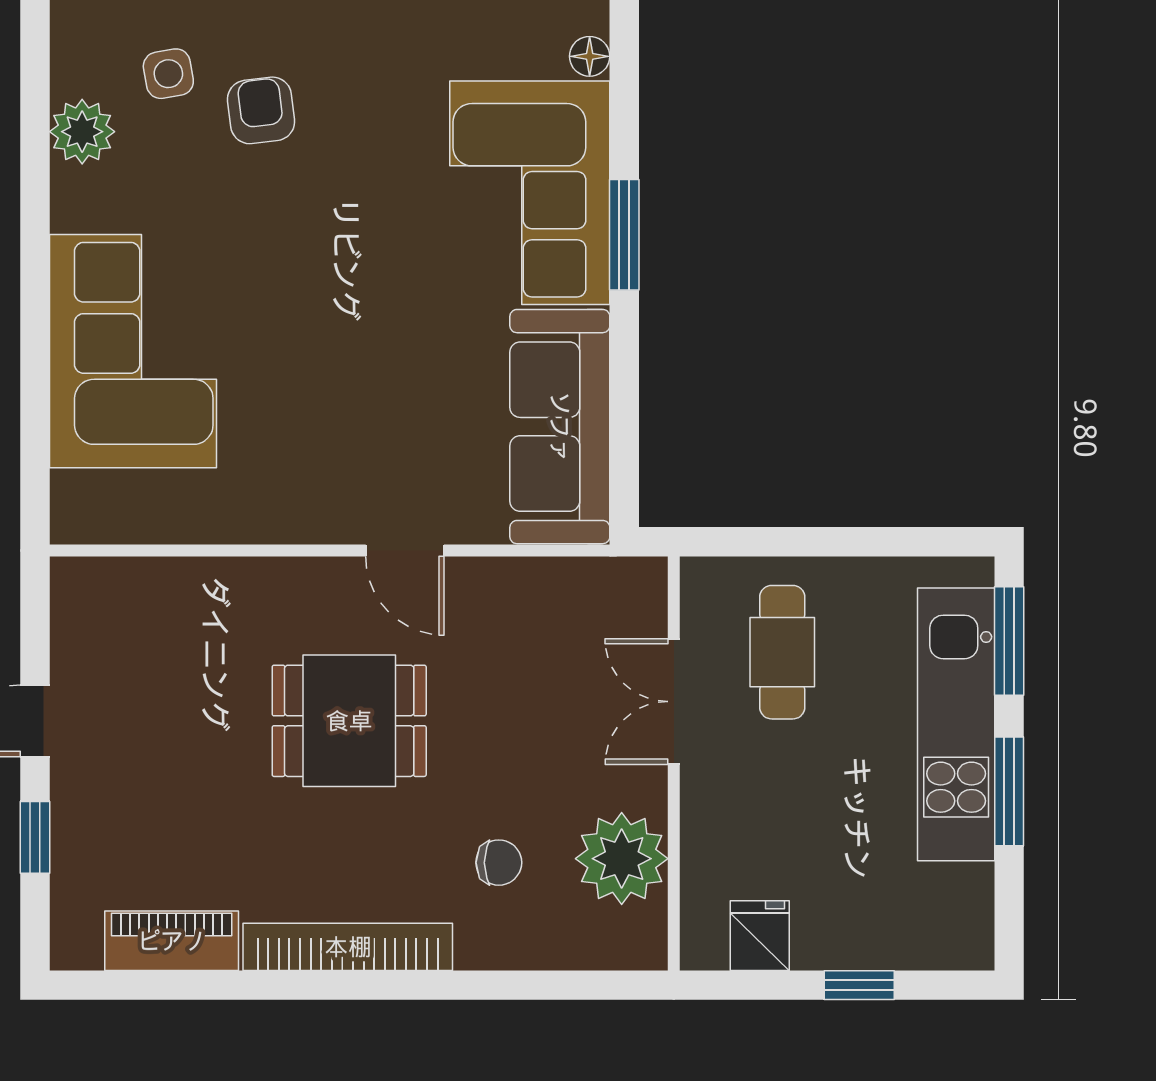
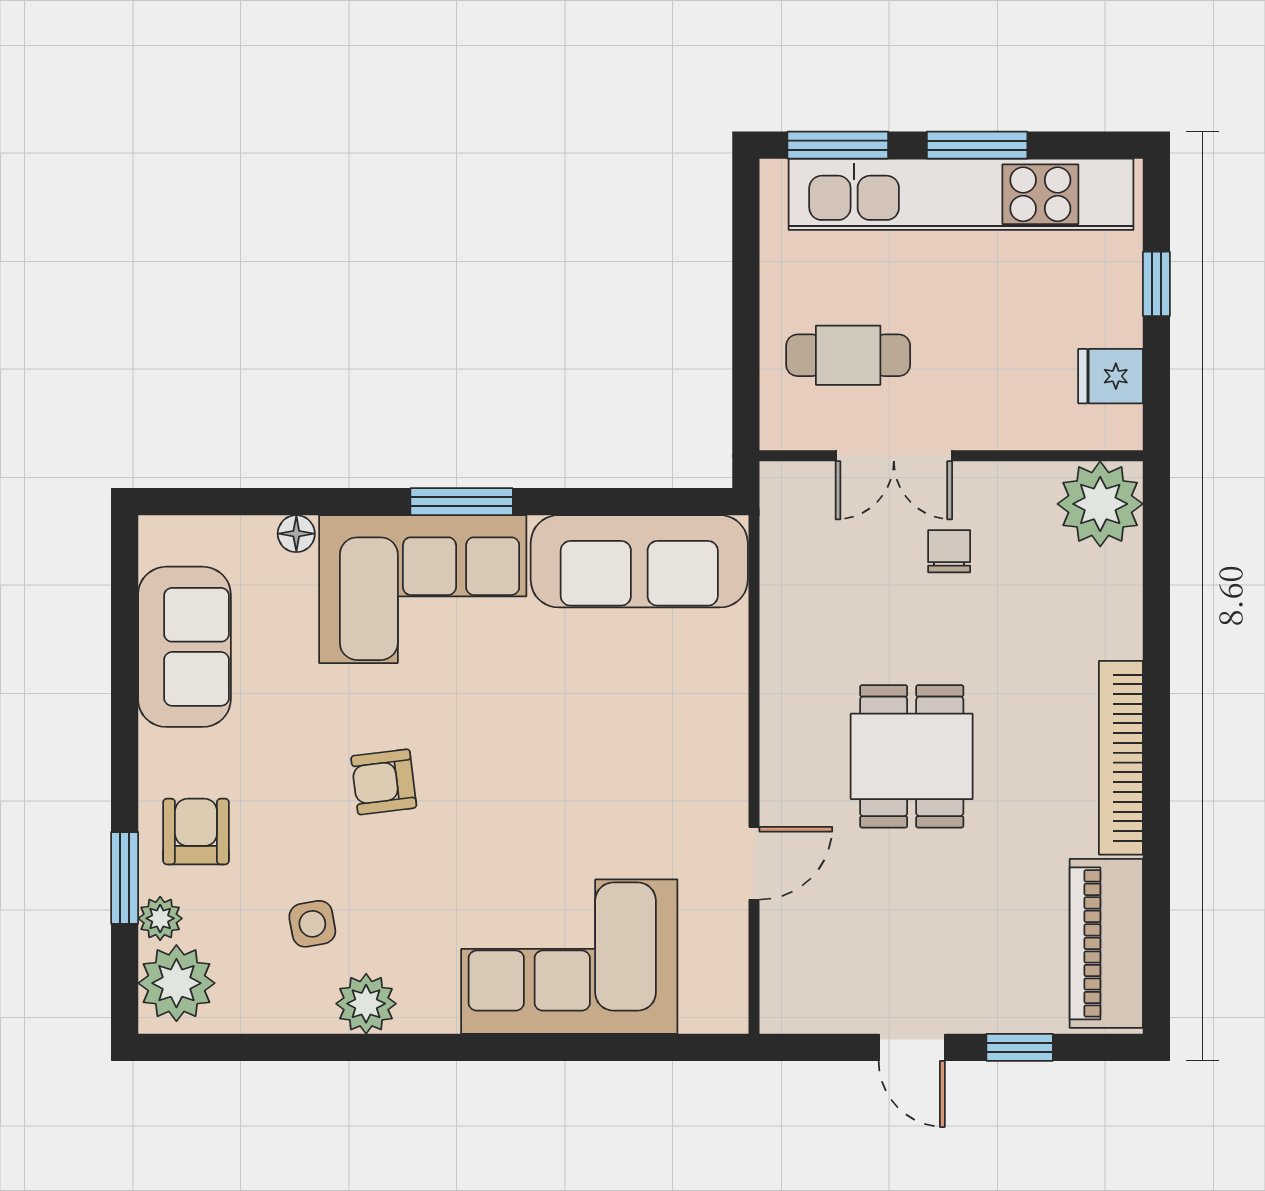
armchair: (261, 110) -> (384, 782), moved
door: (405, 551) -> (754, 863), moved
kitchen unit: (956, 724) -> (961, 194), width x1.36
plant: (622, 859) -> (1100, 504), moved
chair: (499, 863) -> (949, 551), moved
piano: (172, 941) -> (1106, 943), width x1.37, depth x1.33

